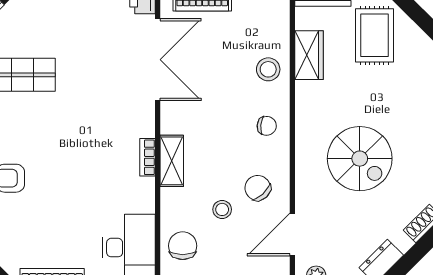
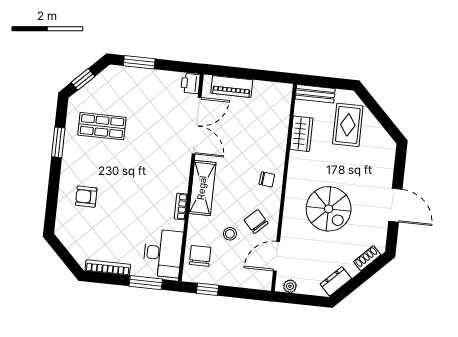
stool: (268, 69) -> (272, 141), removed
bookcase: (148, 157) -> (181, 206), moved
shelving: (172, 161) -> (202, 188), width x1.50, depth x1.33

